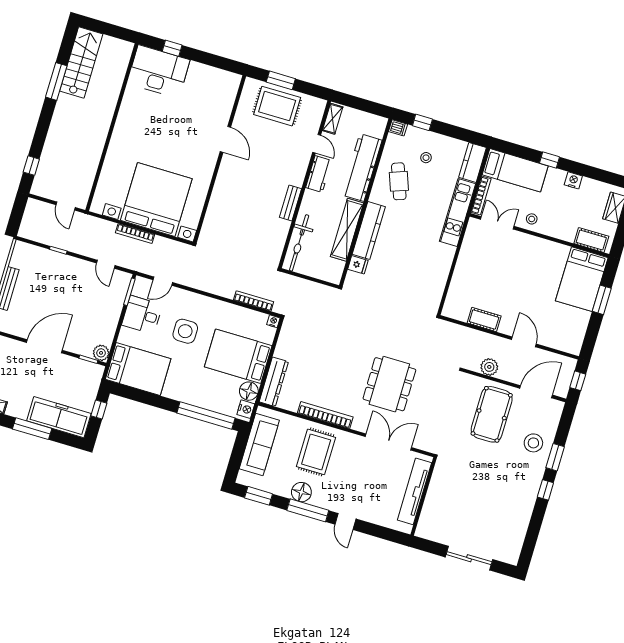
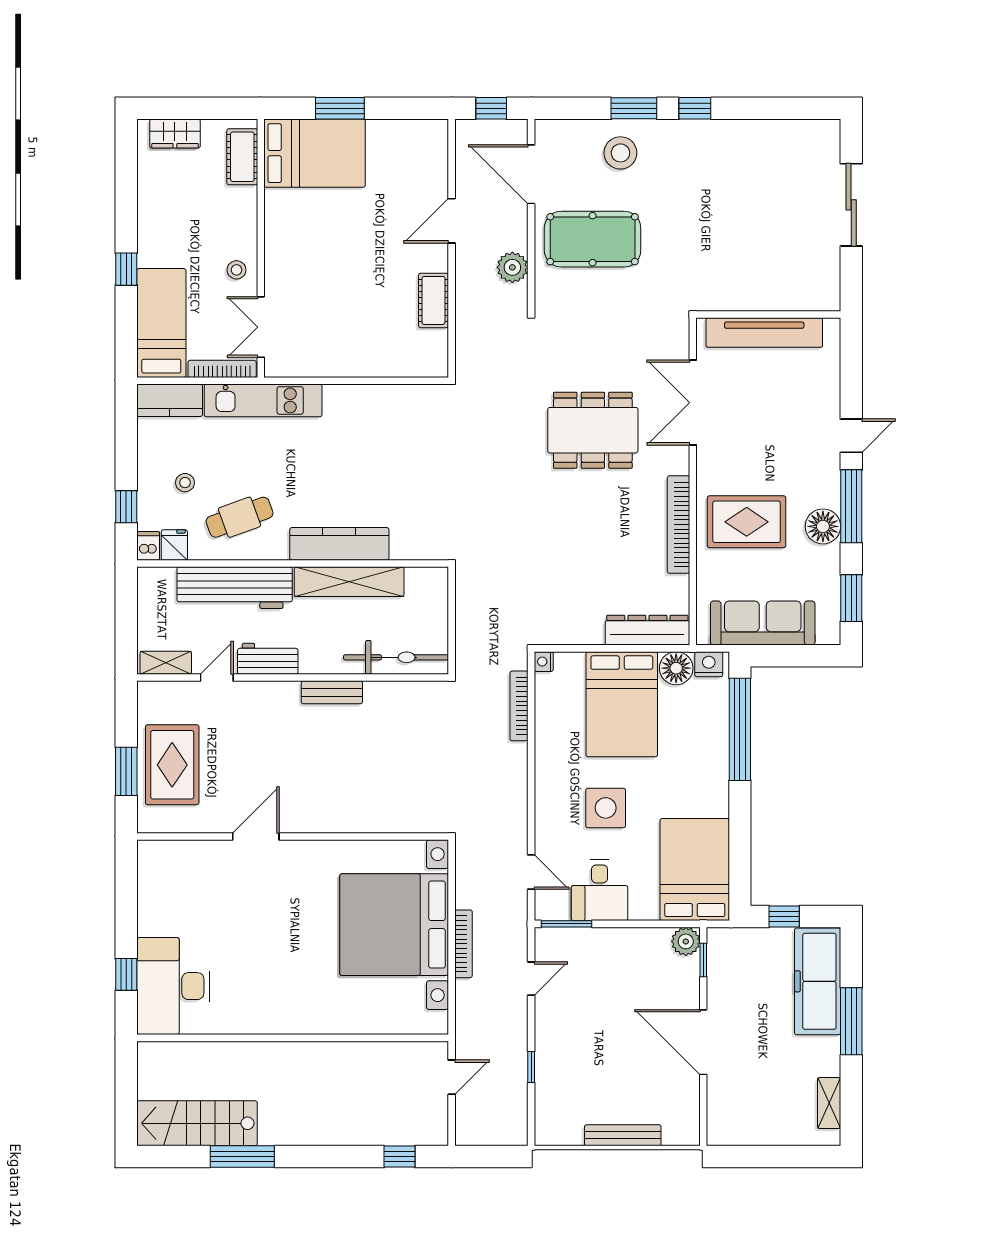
nightstand: (573, 180) -> (149, 218), removed
fridge: (358, 265) -> (174, 545), moved

